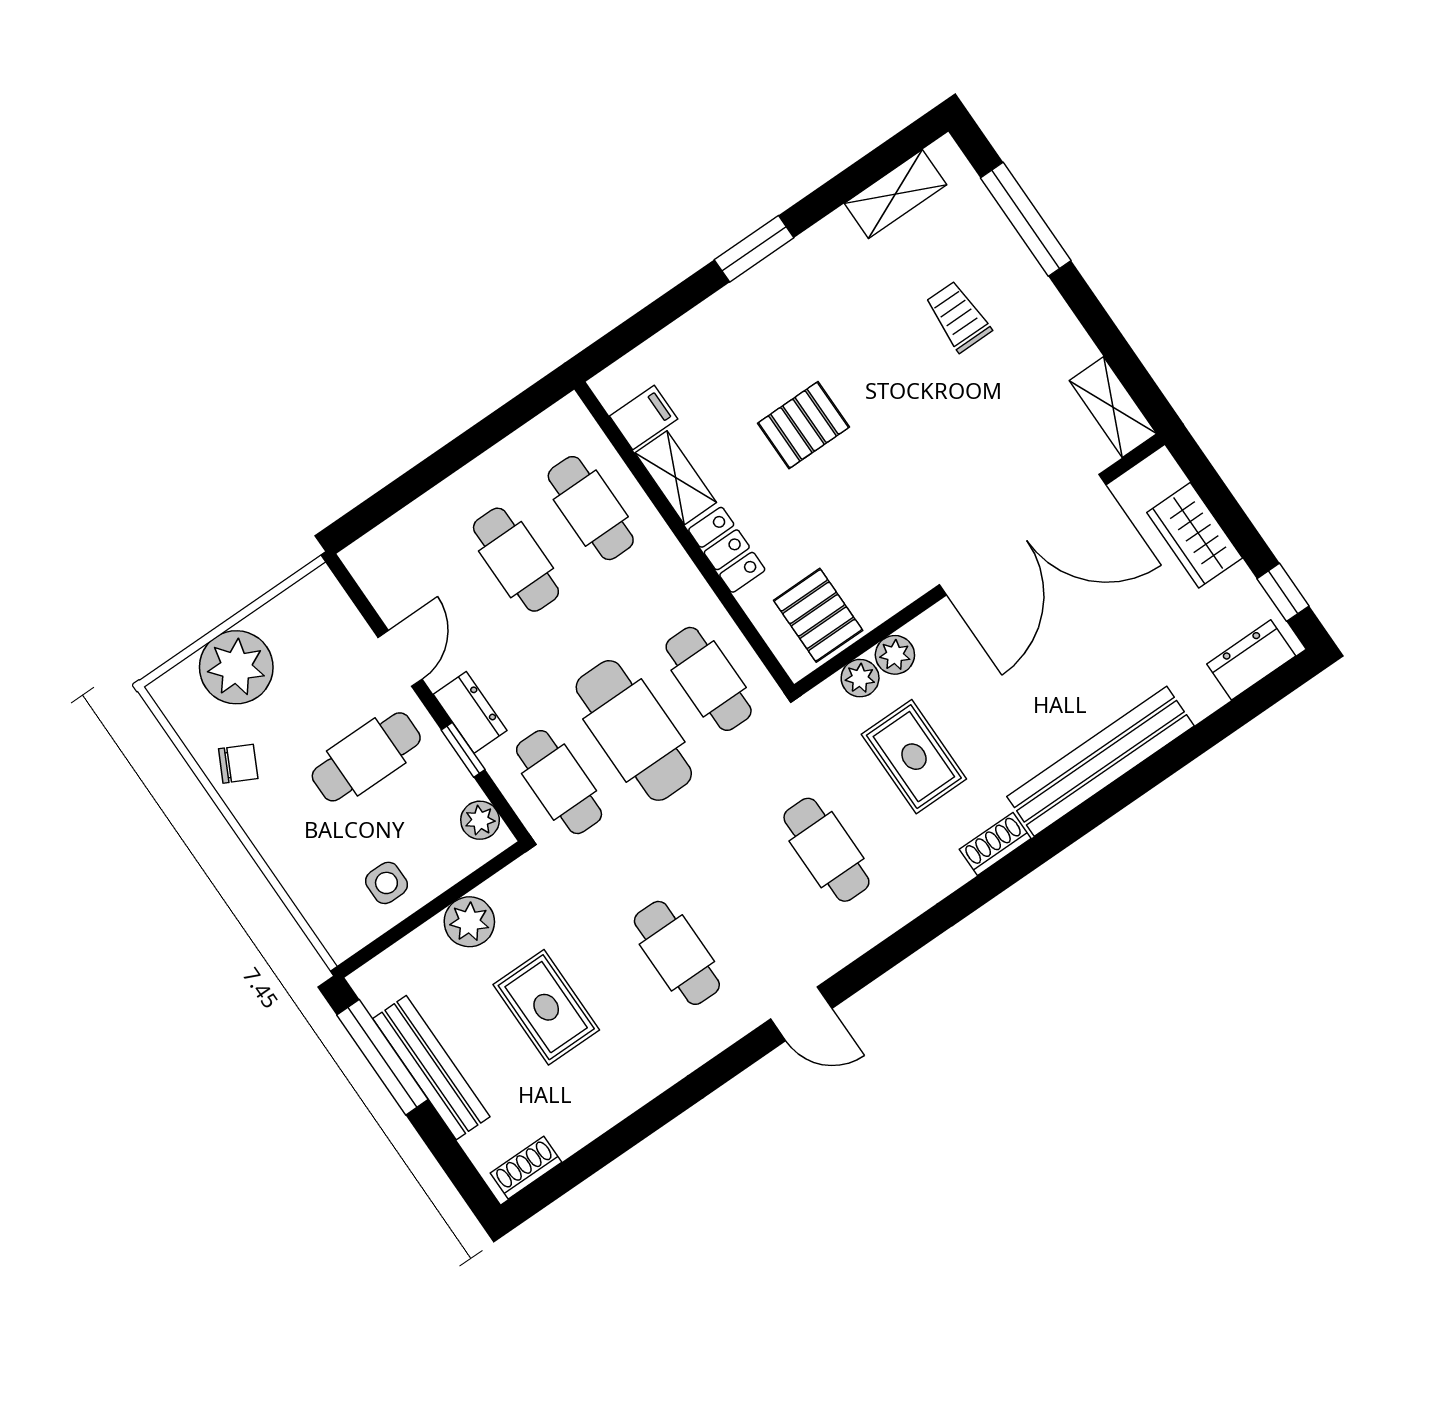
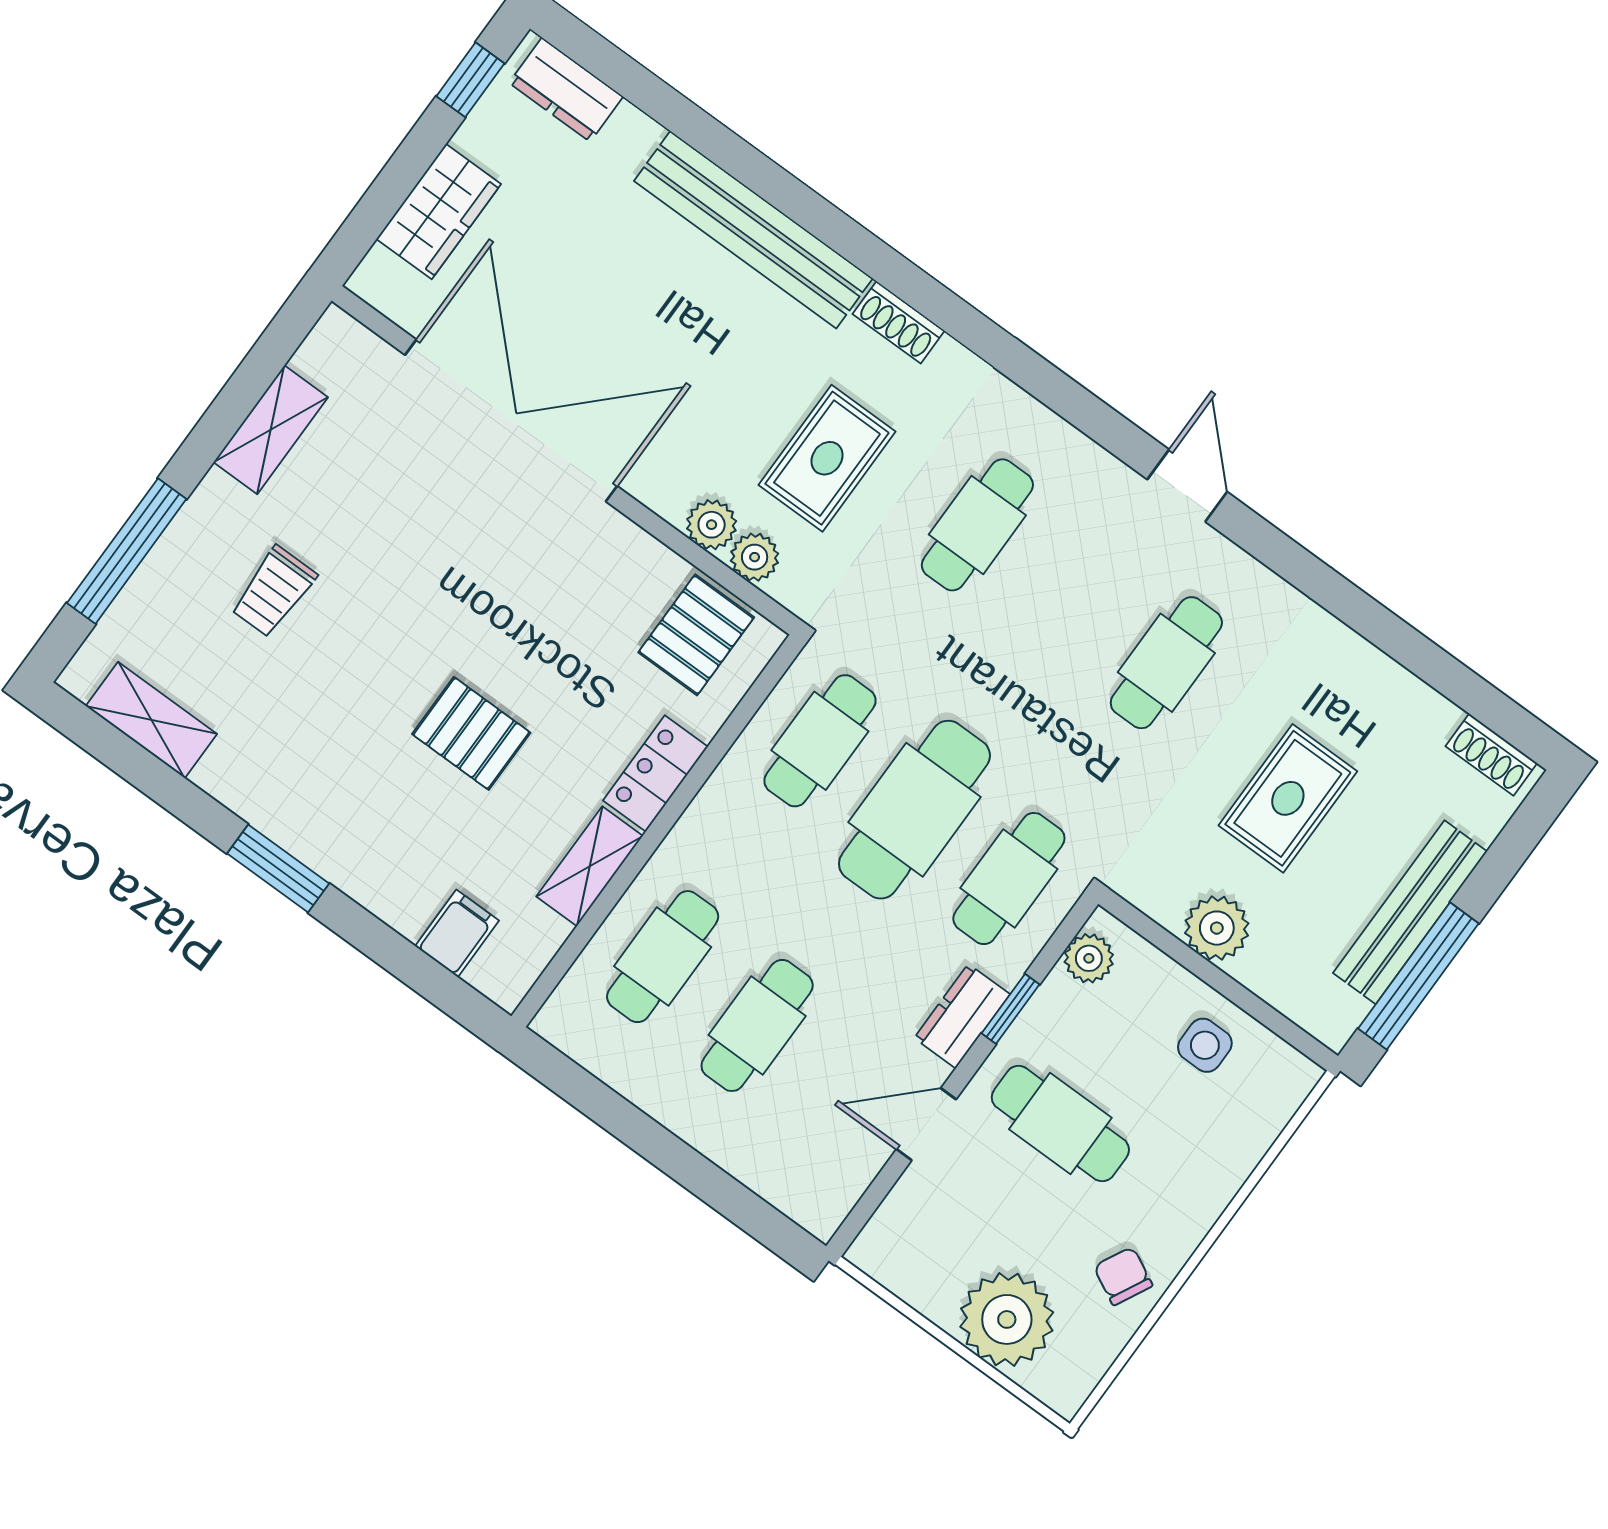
shelving: (1113, 407) -> (271, 430), moved
filing cabinet: (644, 418) -> (457, 933), moved, turned 90

